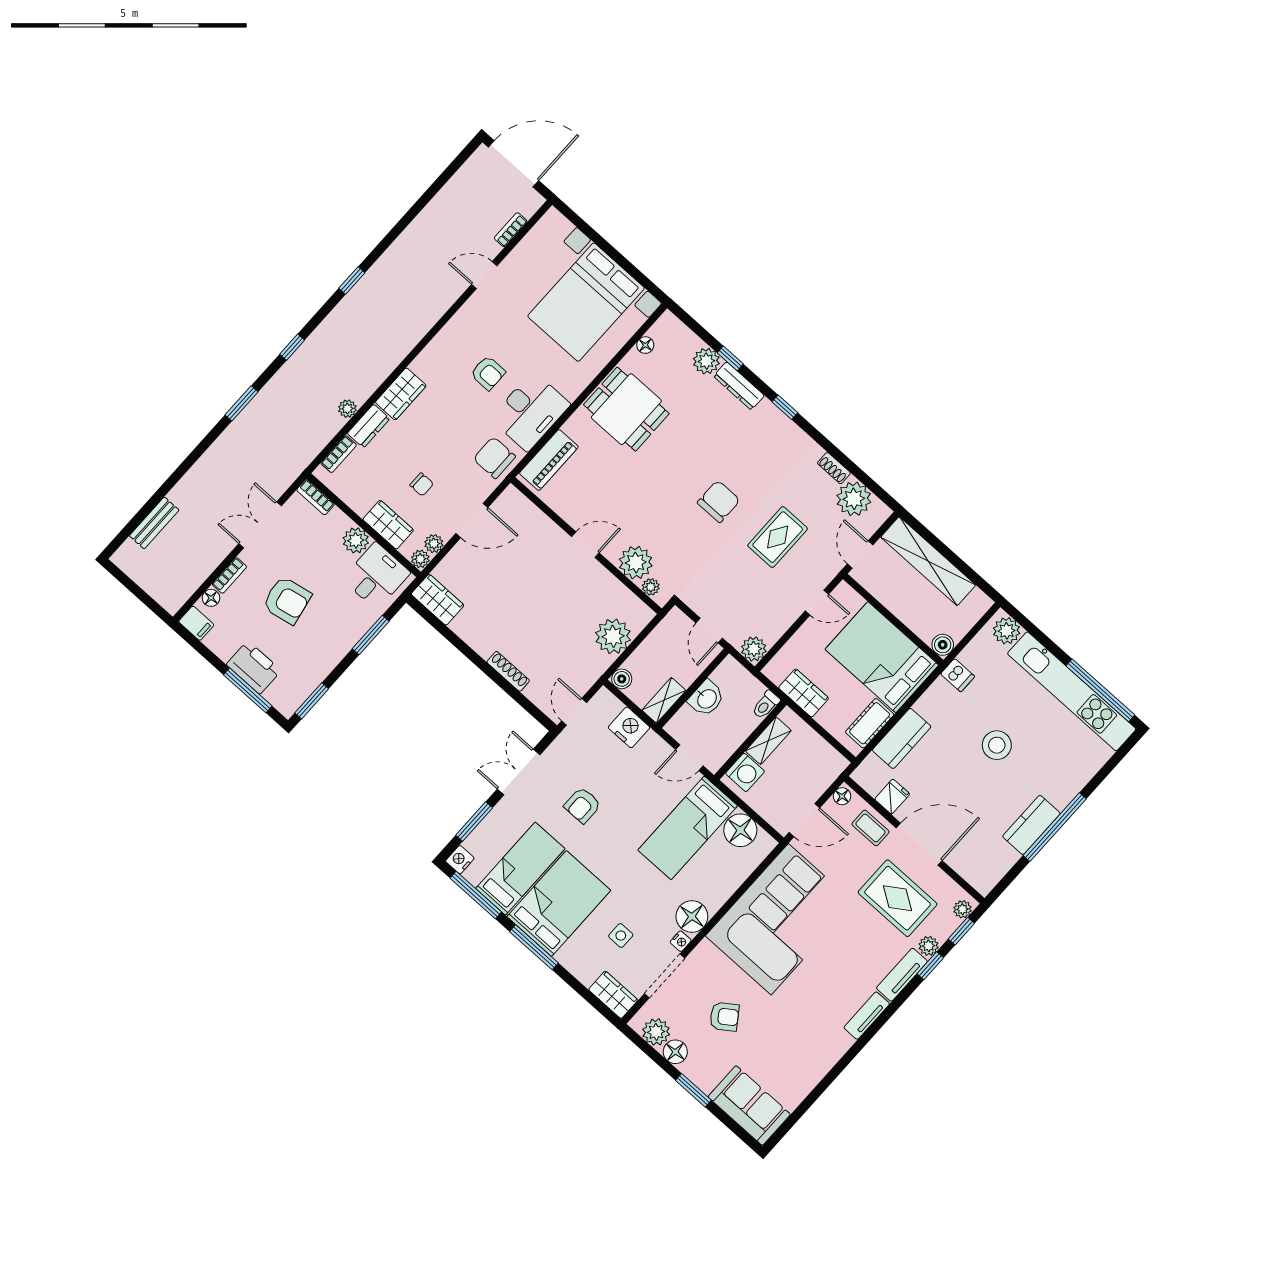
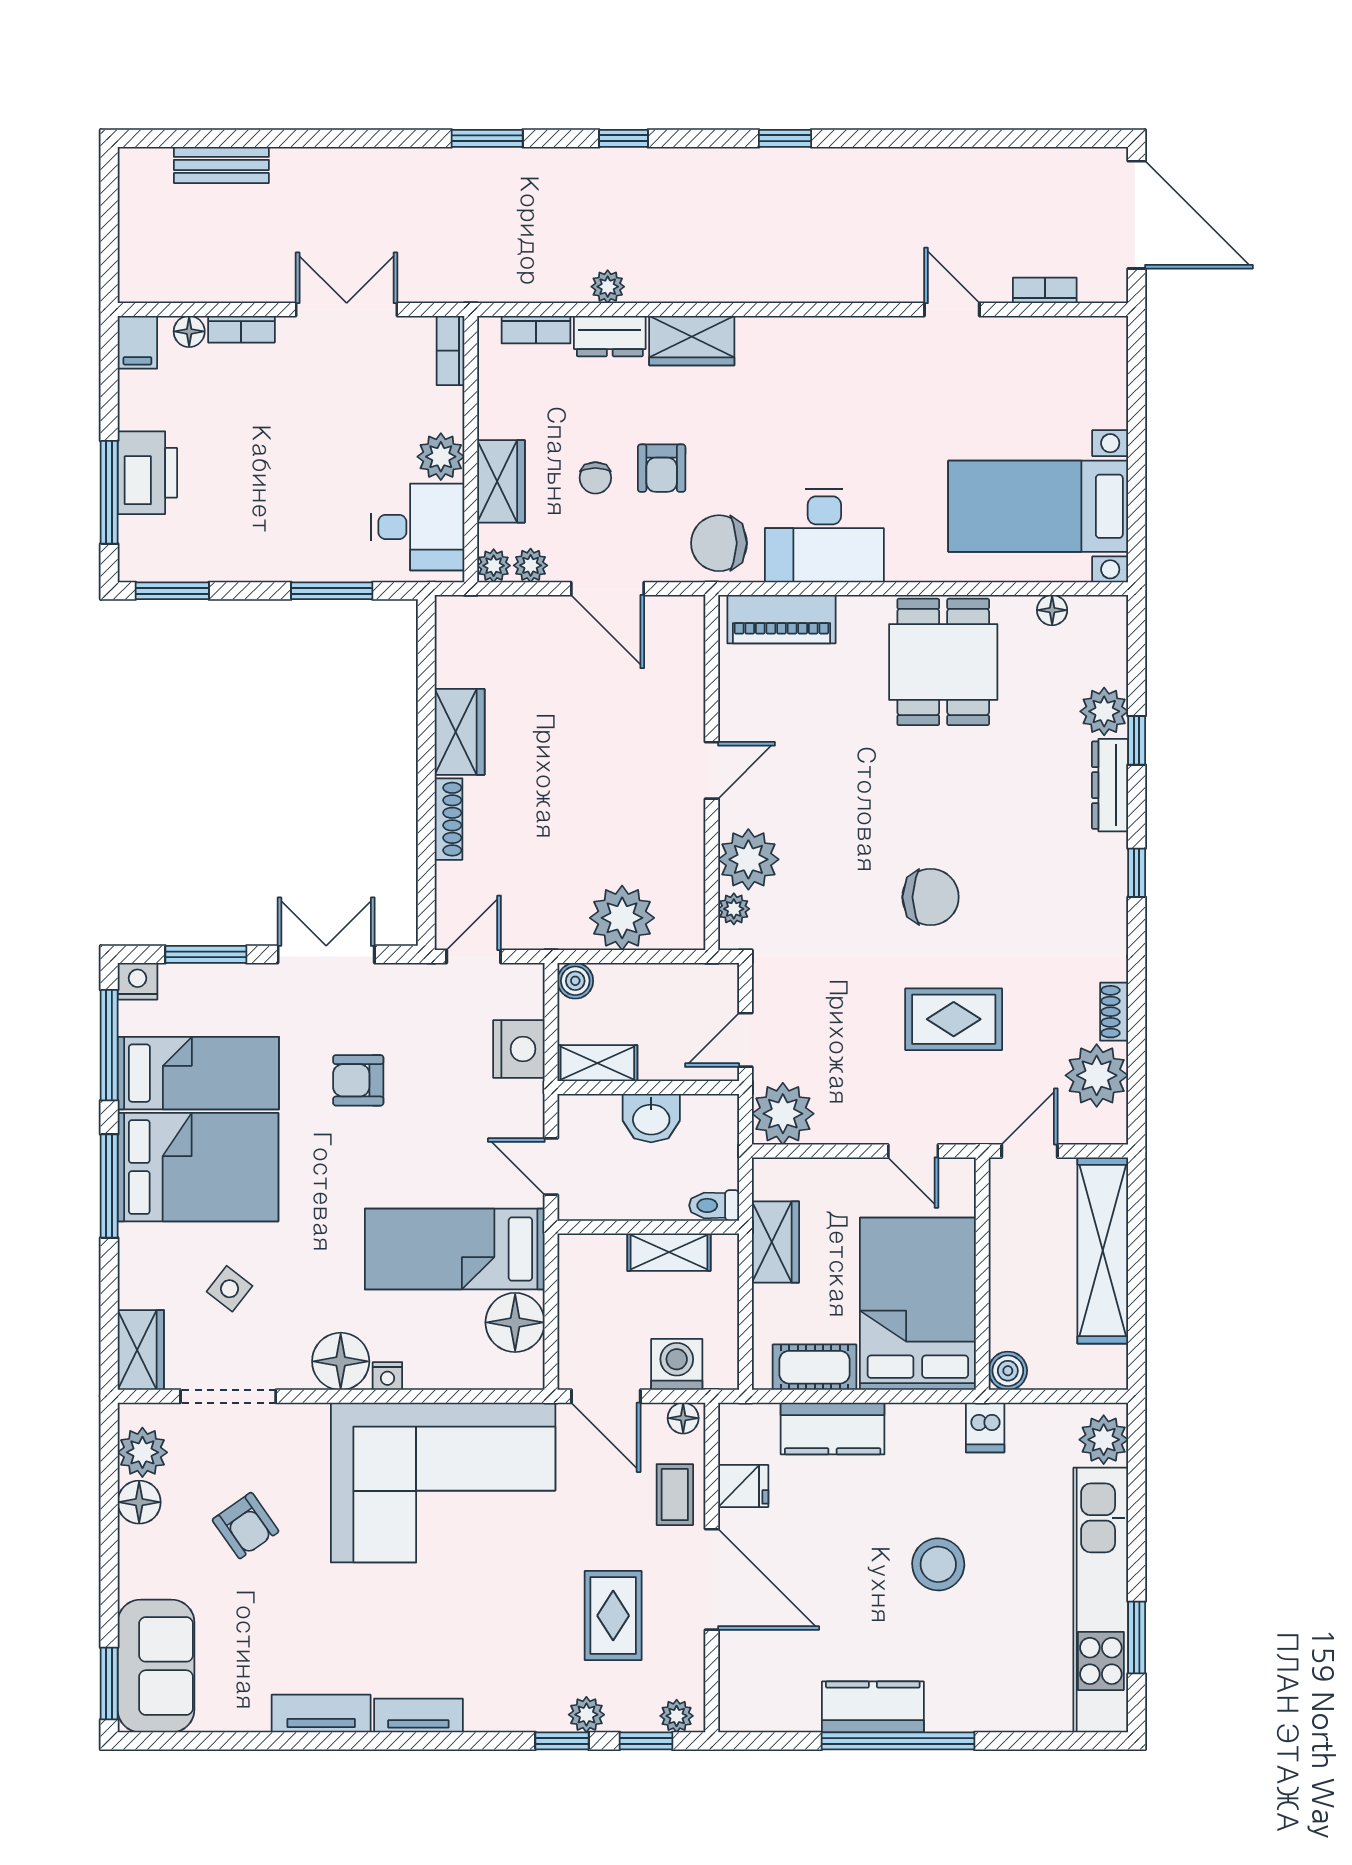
bed with nightstands: (586, 302) -> (1038, 506), width x0.73
armchair: (488, 373) -> (662, 468), moved
chair: (494, 458) -> (719, 543), turned -90
door: (585, 545) -> (712, 770), hinge flipped
armchair: (287, 600) -> (277, 436), removed
wardrobe: (437, 600) -> (460, 732), moved
plant: (754, 649) -> (783, 1114), width x1.36, depth x1.36
window: (1100, 690) -> (1137, 1637), width x0.47
washing machine: (745, 772) -> (677, 1364), moved, turned 180
rug: (898, 898) -> (613, 1616), width x0.73, depth x0.70
side table: (621, 936) -> (230, 1289), turned 38
nightstand: (681, 941) -> (387, 1376), moved
tv unit: (902, 975) -> (321, 1714), moved
window: (693, 1090) -> (109, 1684), moved

